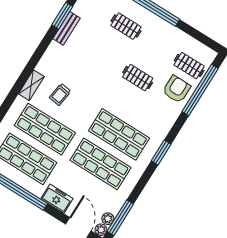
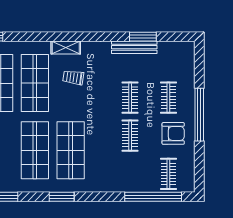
bench: (67, 28) -> (134, 47), width x1.36
clothes rail: (106, 58) -> (130, 98), added
armchair: (177, 89) -> (173, 133), moved
window: (161, 153) -> (62, 197), moved

